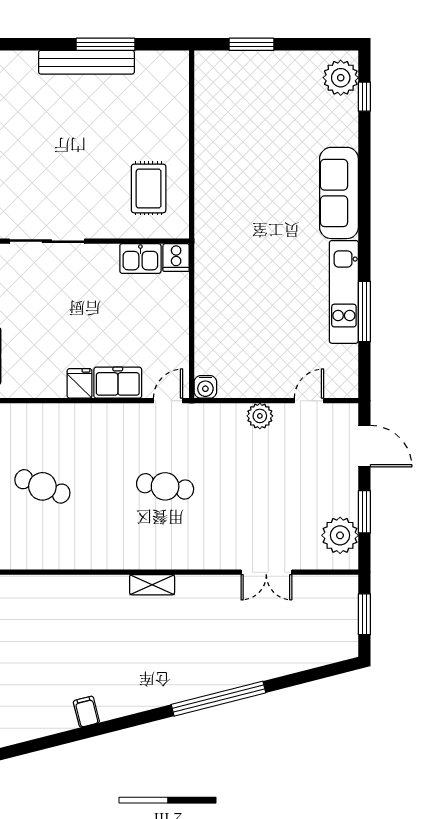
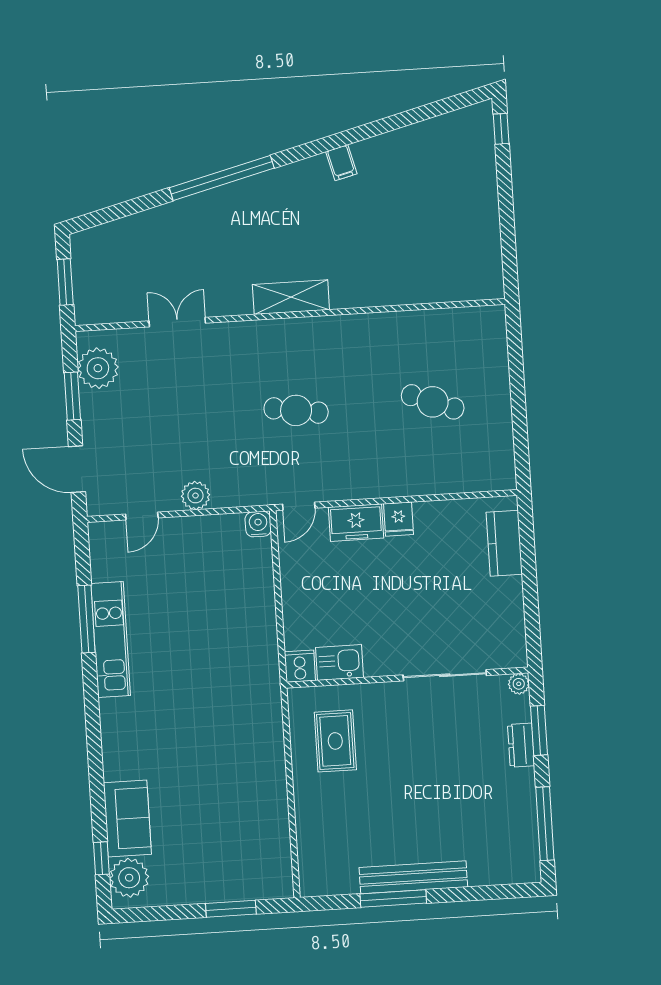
sofa: (339, 193) -> (127, 818), moved, width x0.73
shelving: (152, 585) -> (291, 297), width x1.50, depth x1.33
filing cabinet: (86, 712) -> (341, 163), moved

